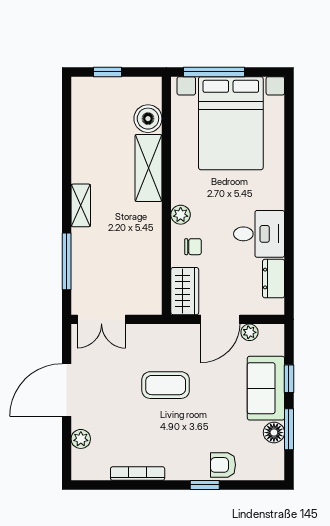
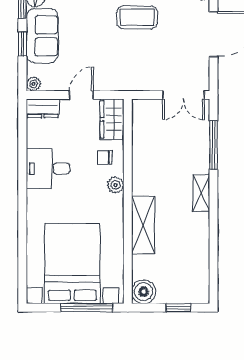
boiler: (148, 119) -> (144, 292), moved
dresser: (274, 279) -> (43, 108), moved, turned 90
double door: (101, 319) -> (183, 95), swing flipped
door: (220, 319) -> (81, 95), width x0.73
plant: (249, 332) -> (34, 84), moved
coffee table: (166, 385) -> (137, 17), moved

